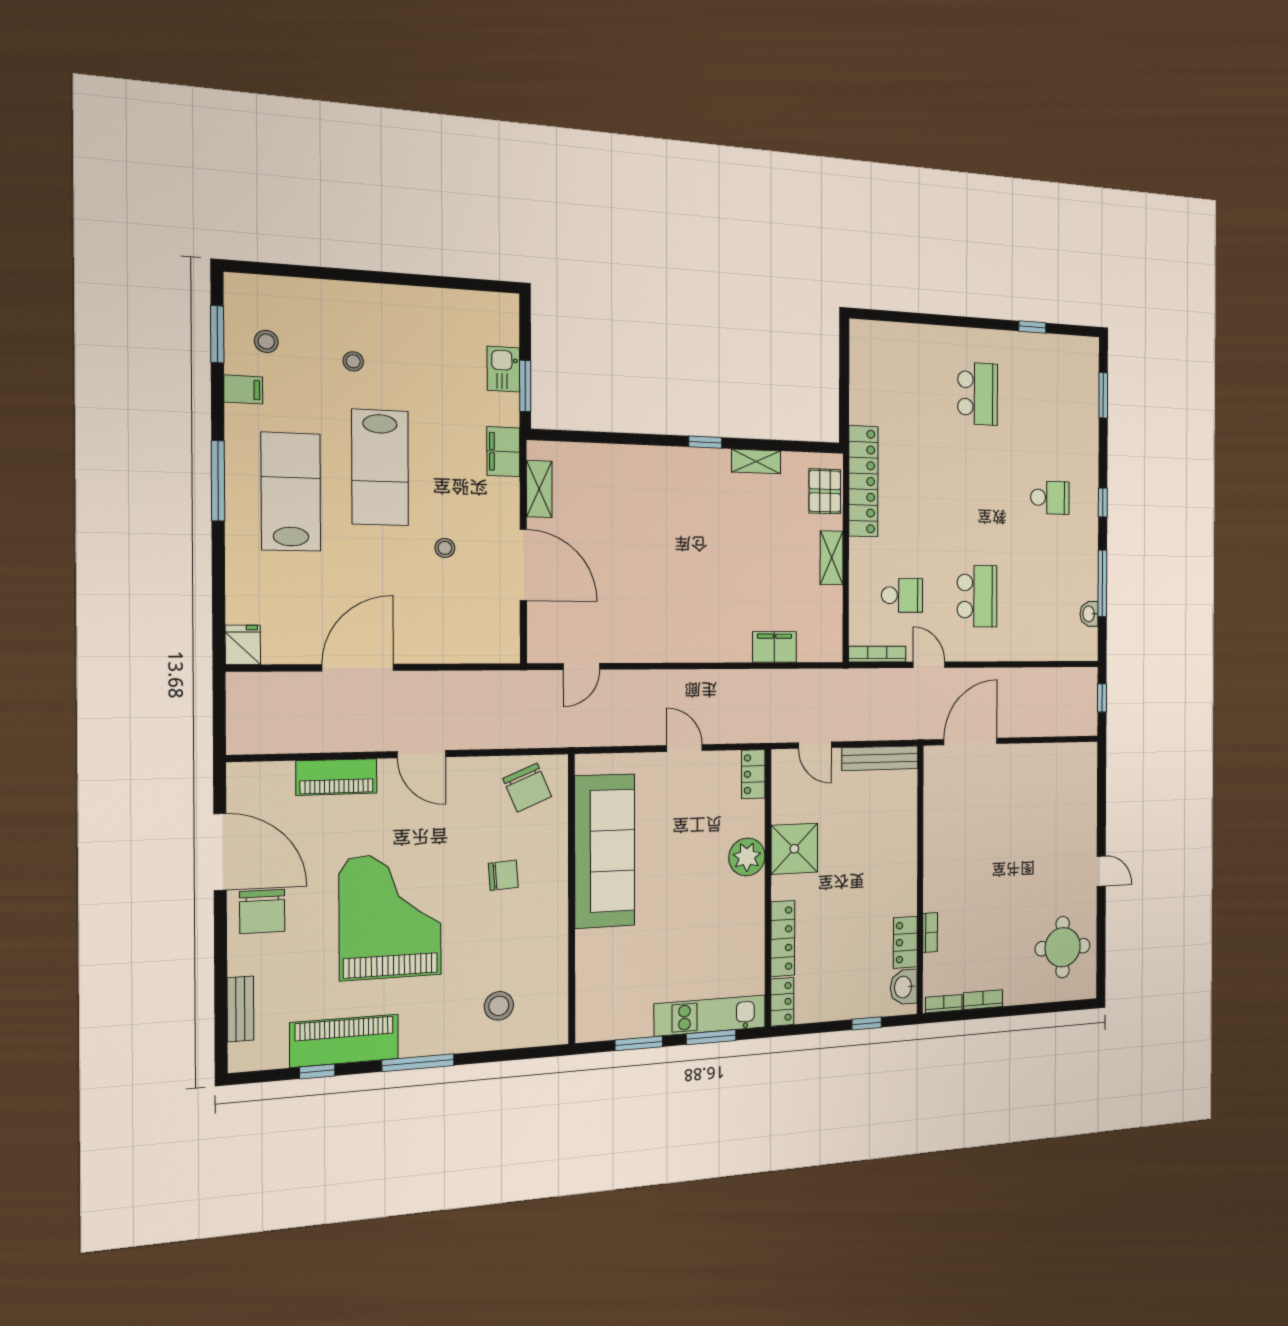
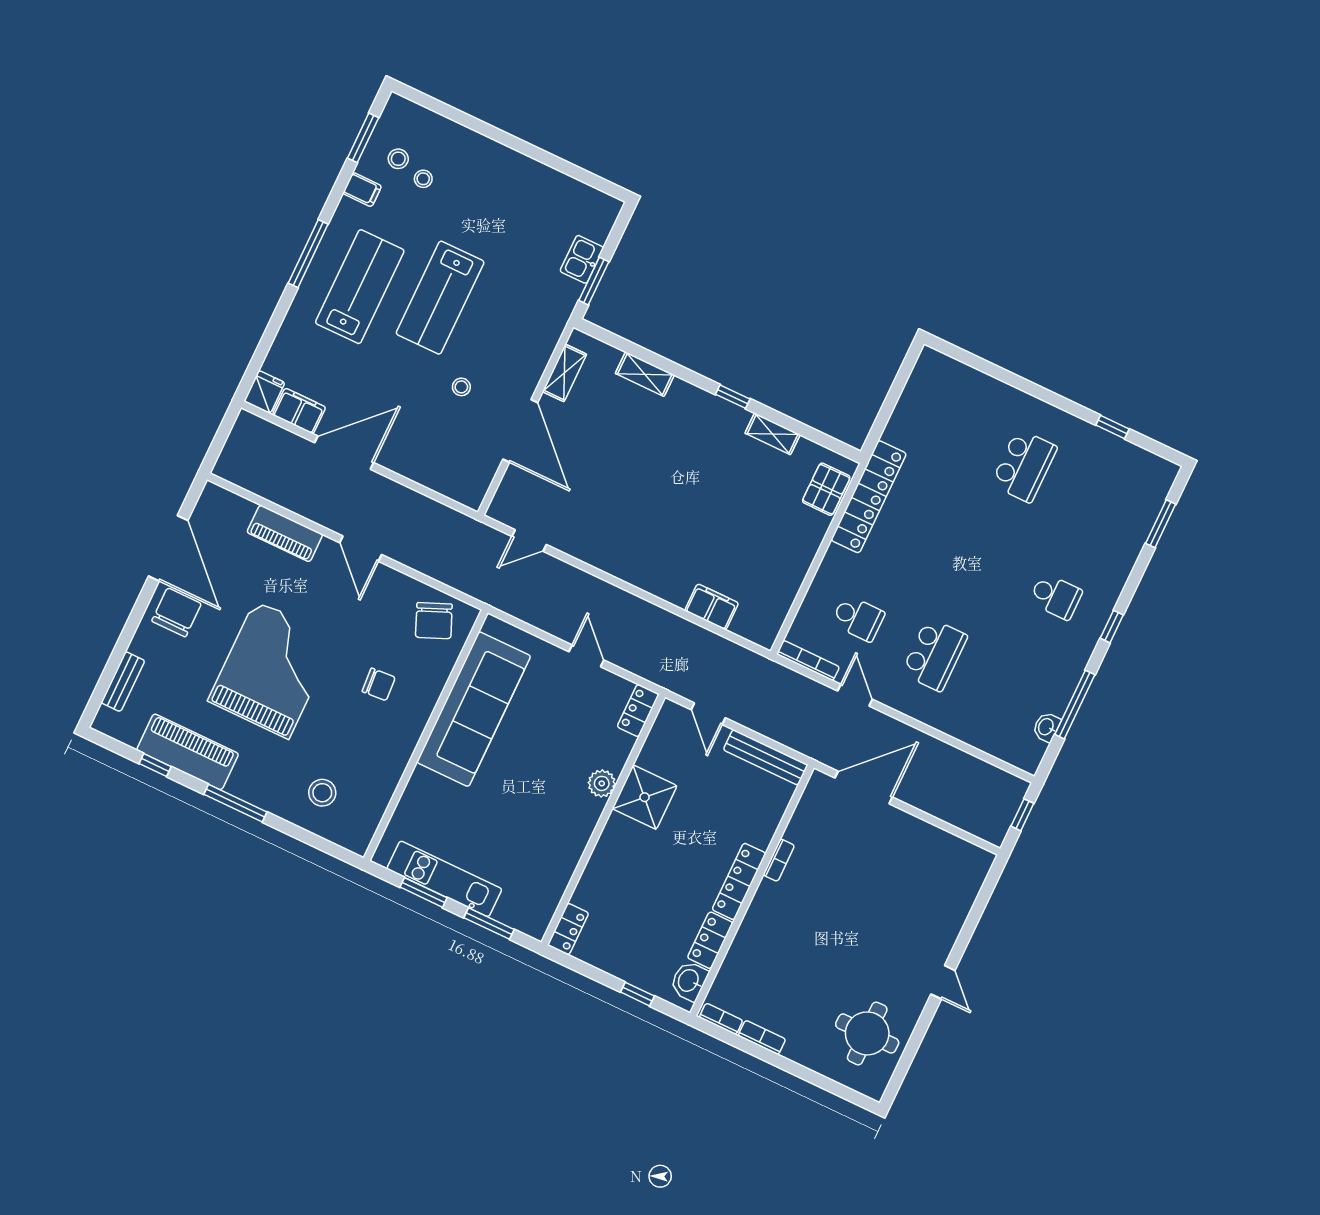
stool: (353, 361) -> (423, 179), moved
filing cabinet: (503, 452) -> (299, 411), moved, turned 90
shelving: (832, 558) -> (645, 374), moved, turned 90
plant: (747, 857) -> (602, 783), width x0.73, depth x0.73
chair: (262, 911) -> (177, 612), turned 180
bookcase: (930, 932) -> (779, 860), moved
locker: (783, 939) -> (739, 881), moved, turned 180
kitchen unit: (710, 1016) -> (444, 879), moved

